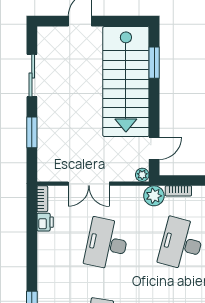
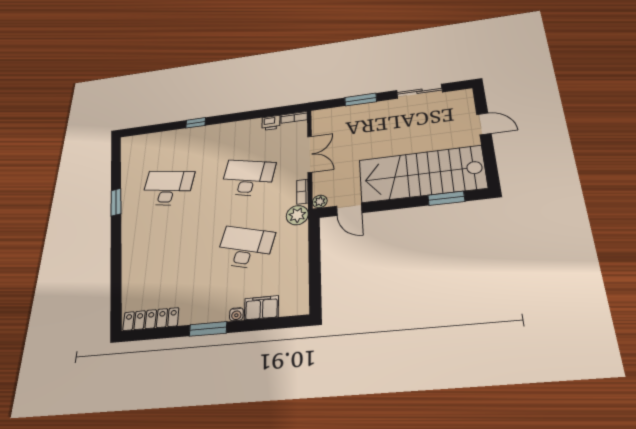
double door: (89, 184) -> (310, 154), swing flipped
bookcase: (178, 191) -> (302, 192), moved

